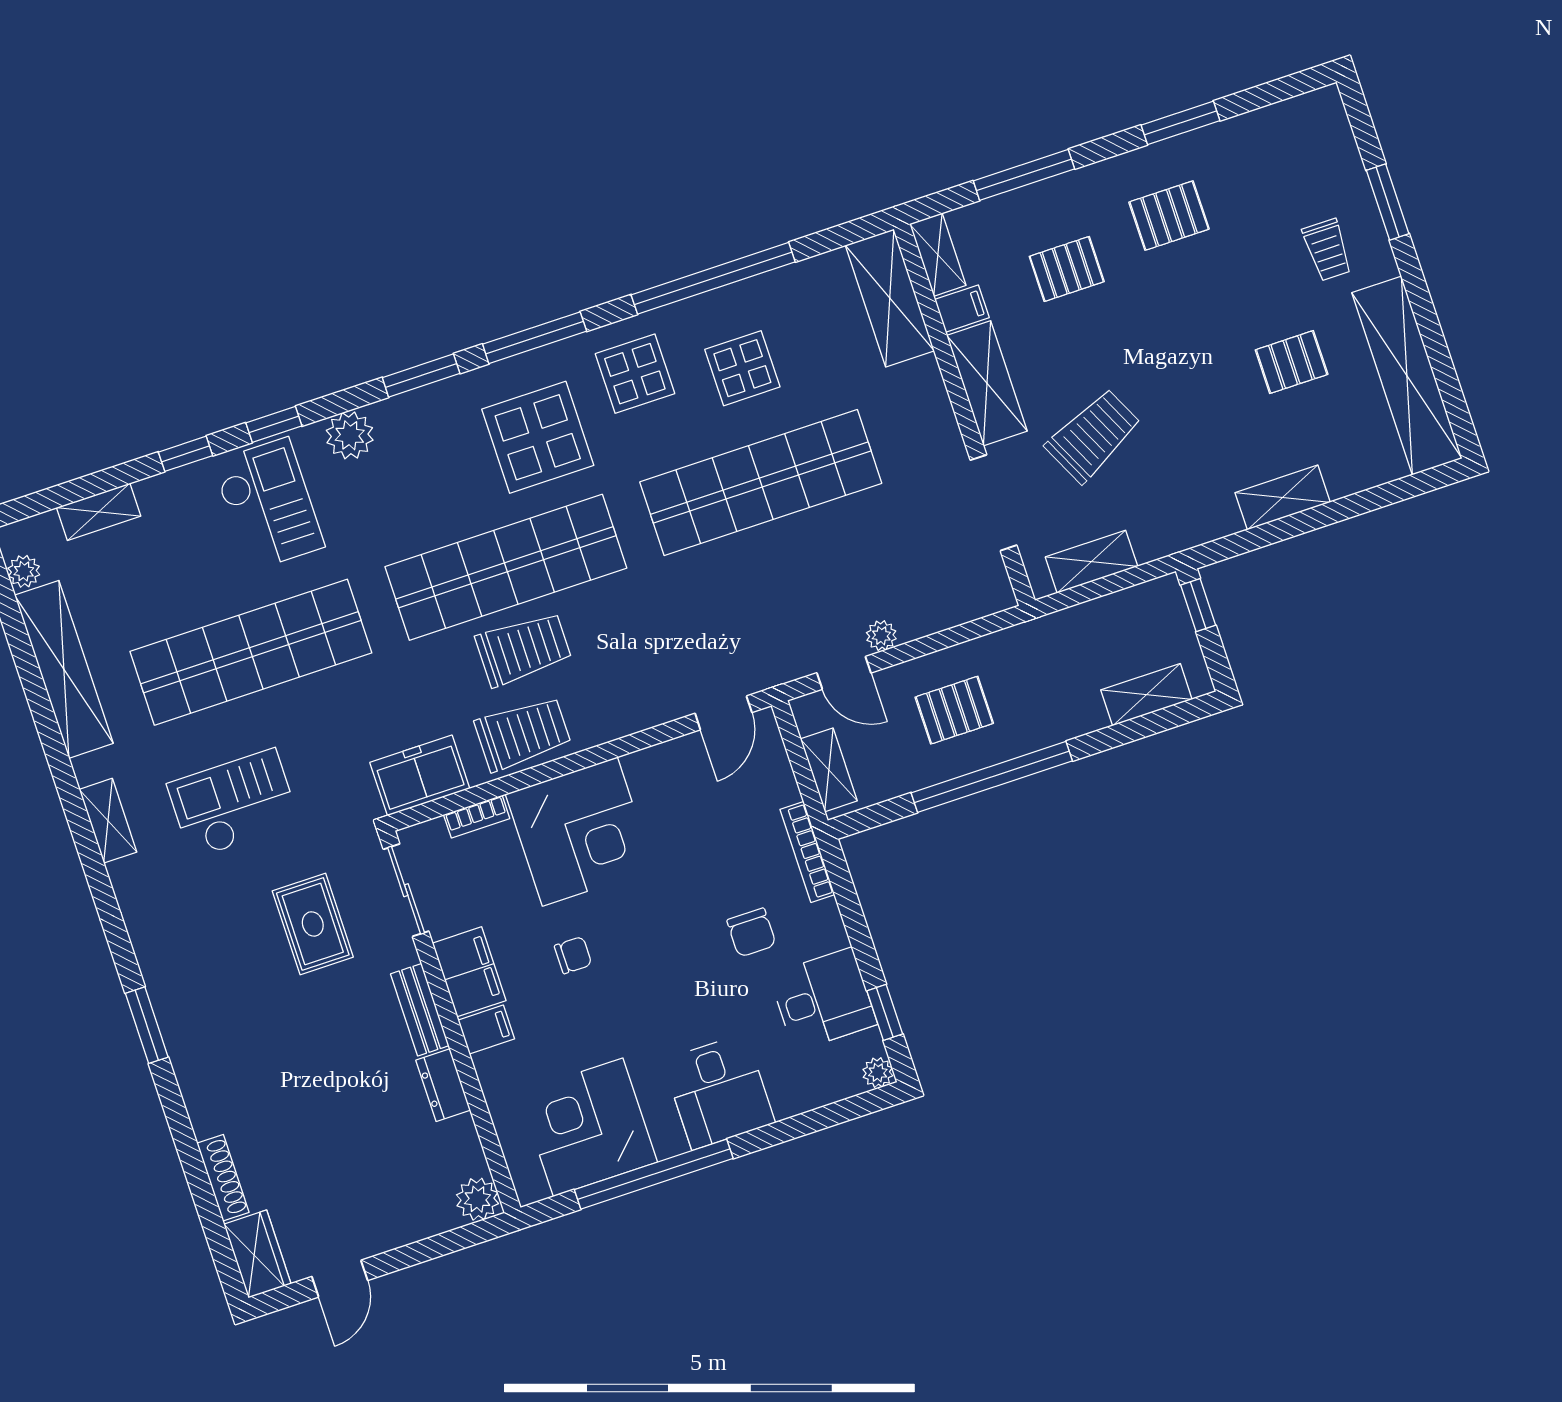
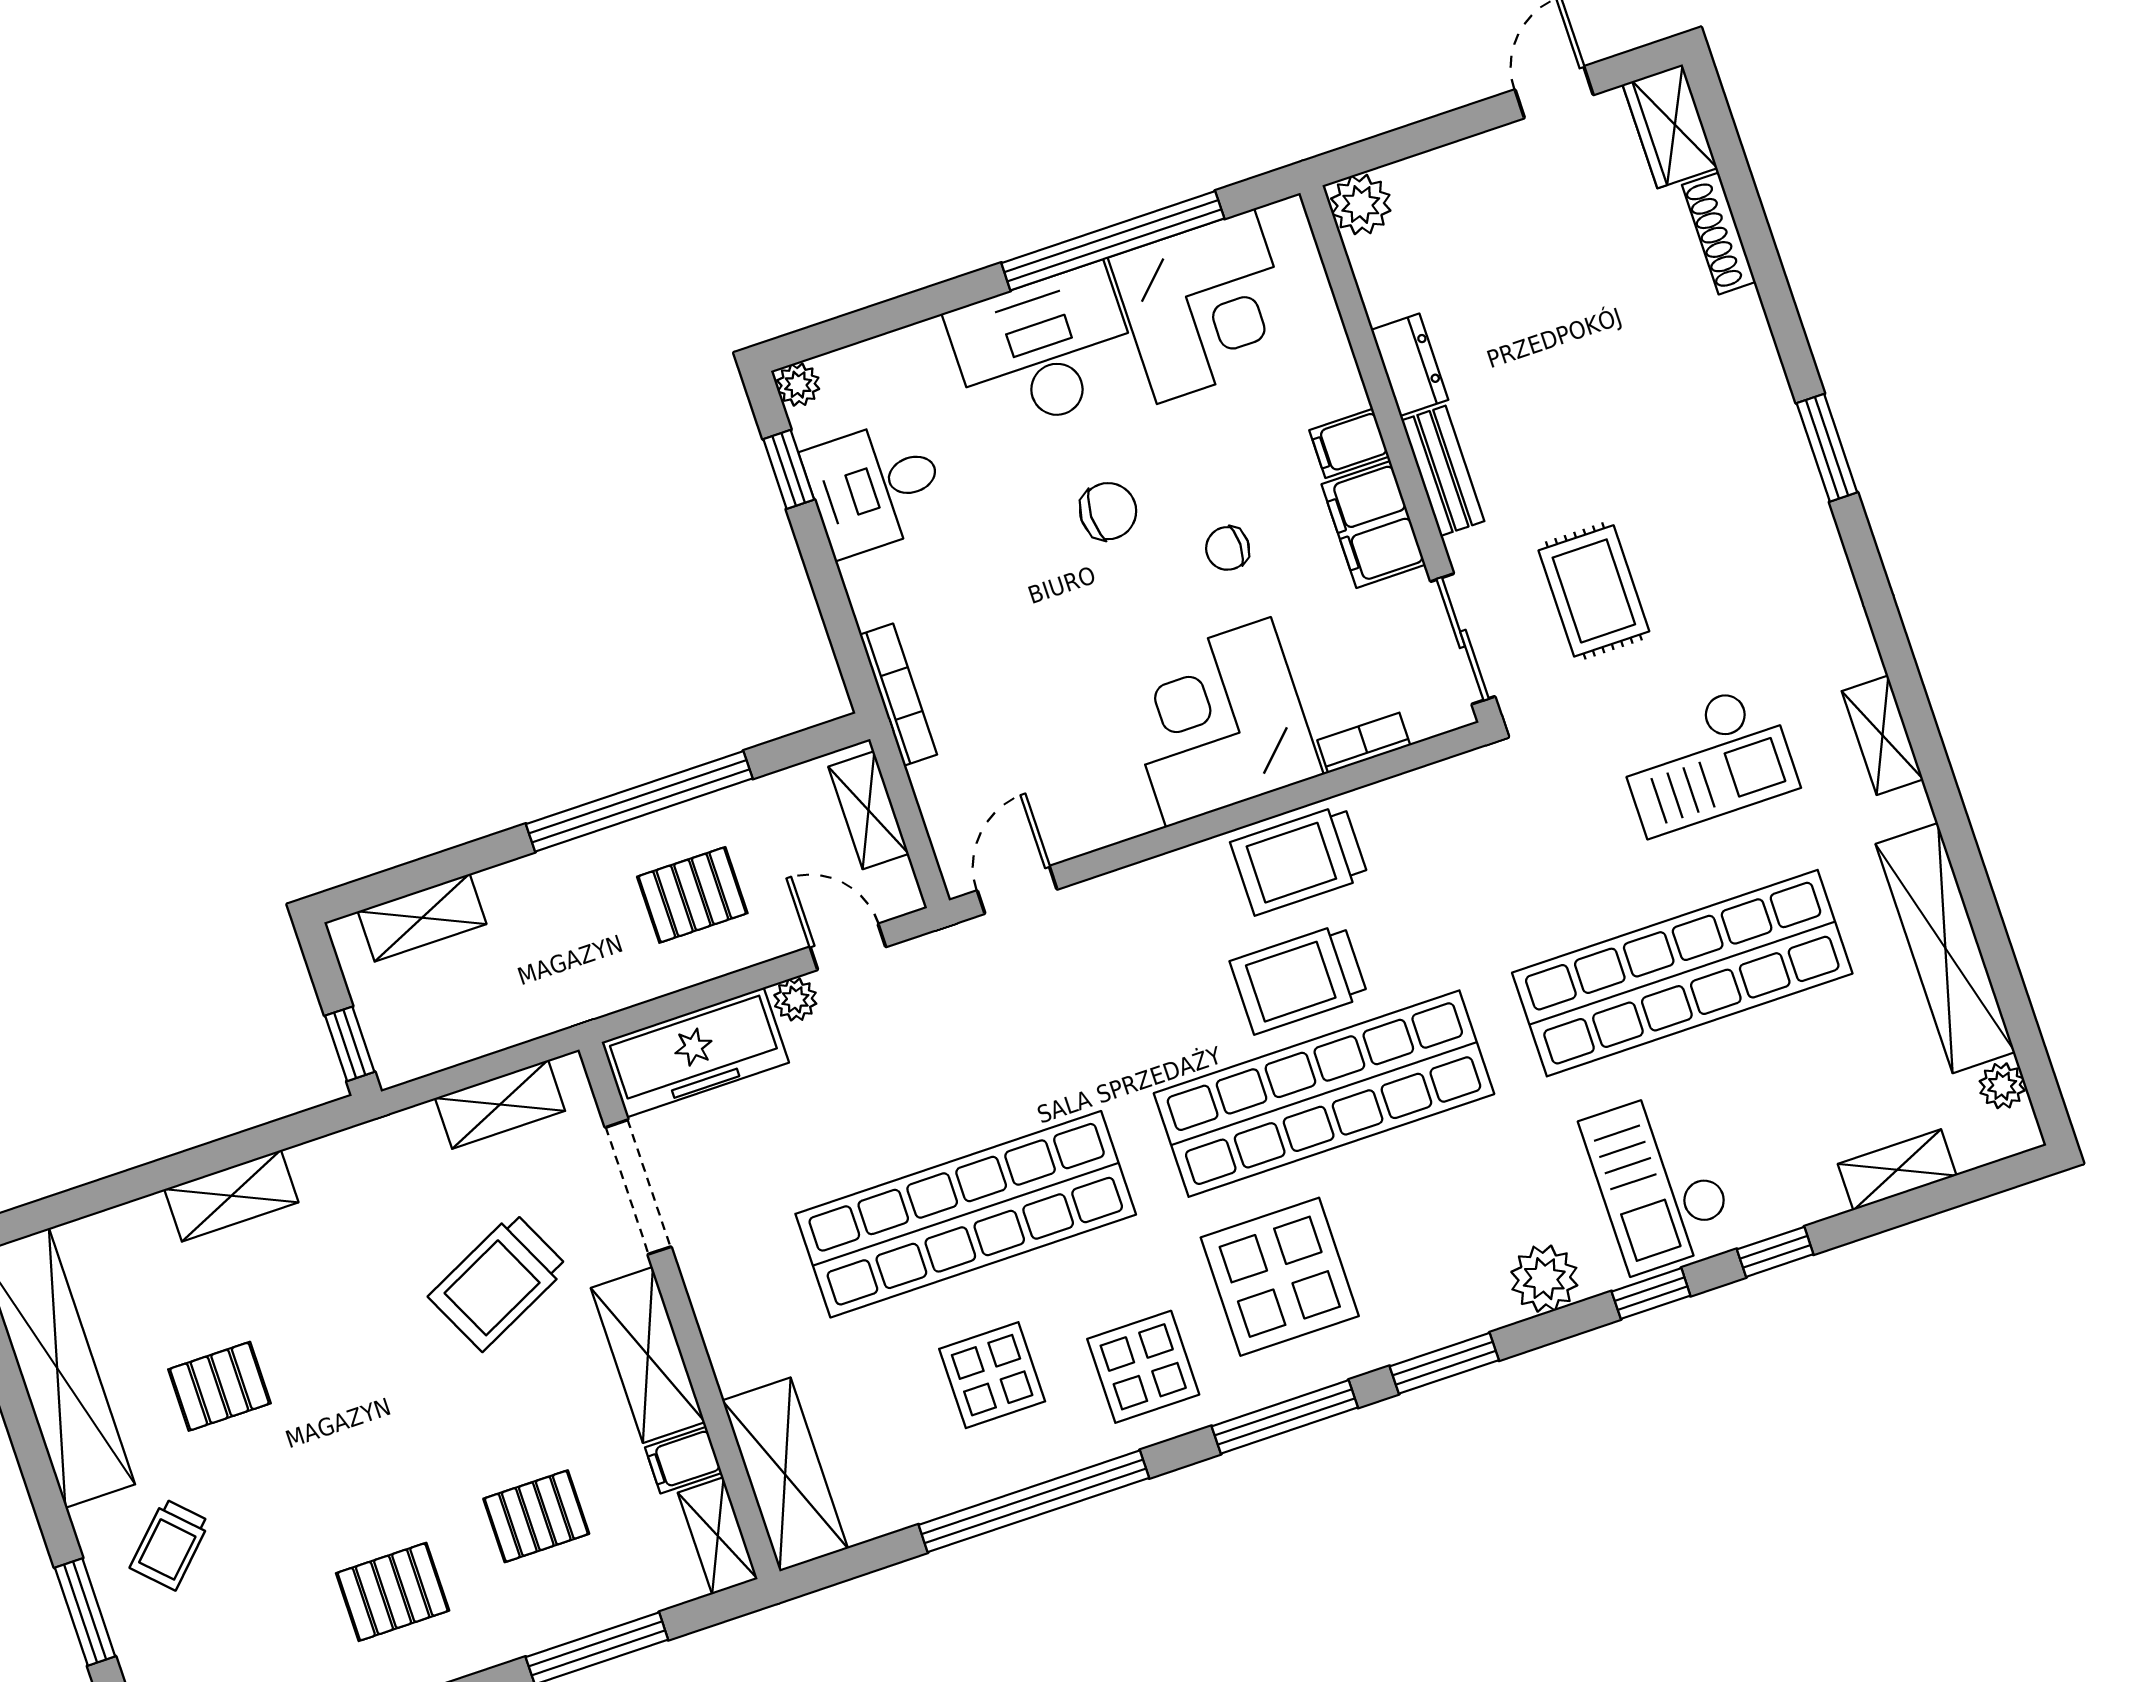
trolley: (1327, 250) -> (170, 1545), turned -135
freezer: (420, 776) -> (695, 1052), moved, width x1.40
chair: (751, 933) -> (1108, 511), moved, turned 90
desk: (719, 1091) -> (1044, 350), width x1.37

